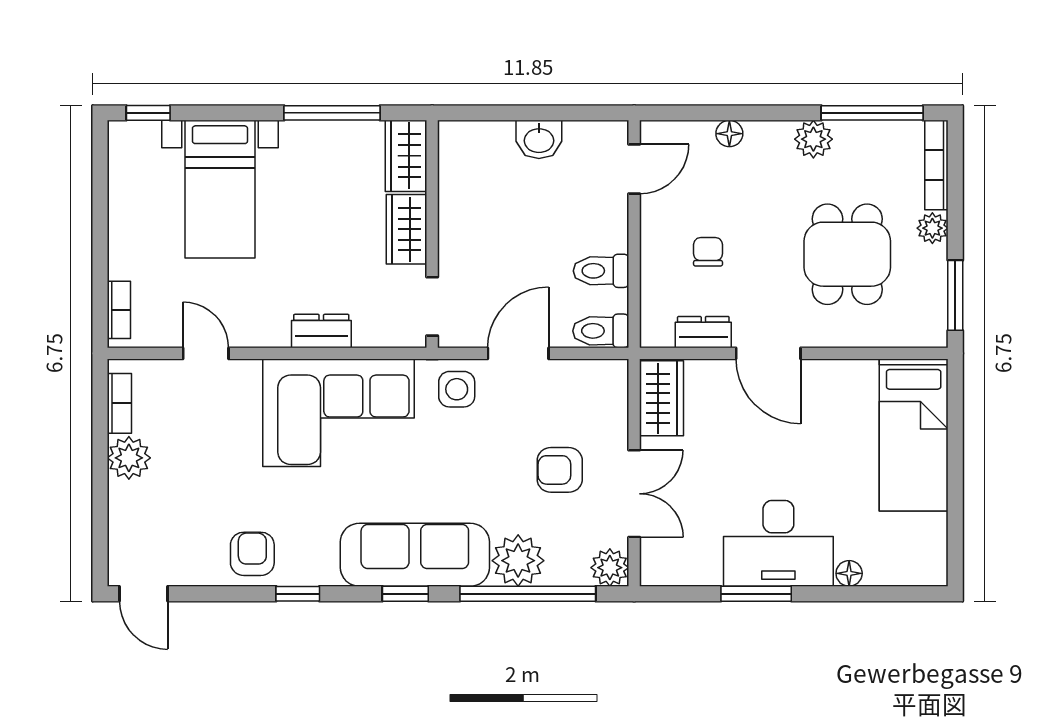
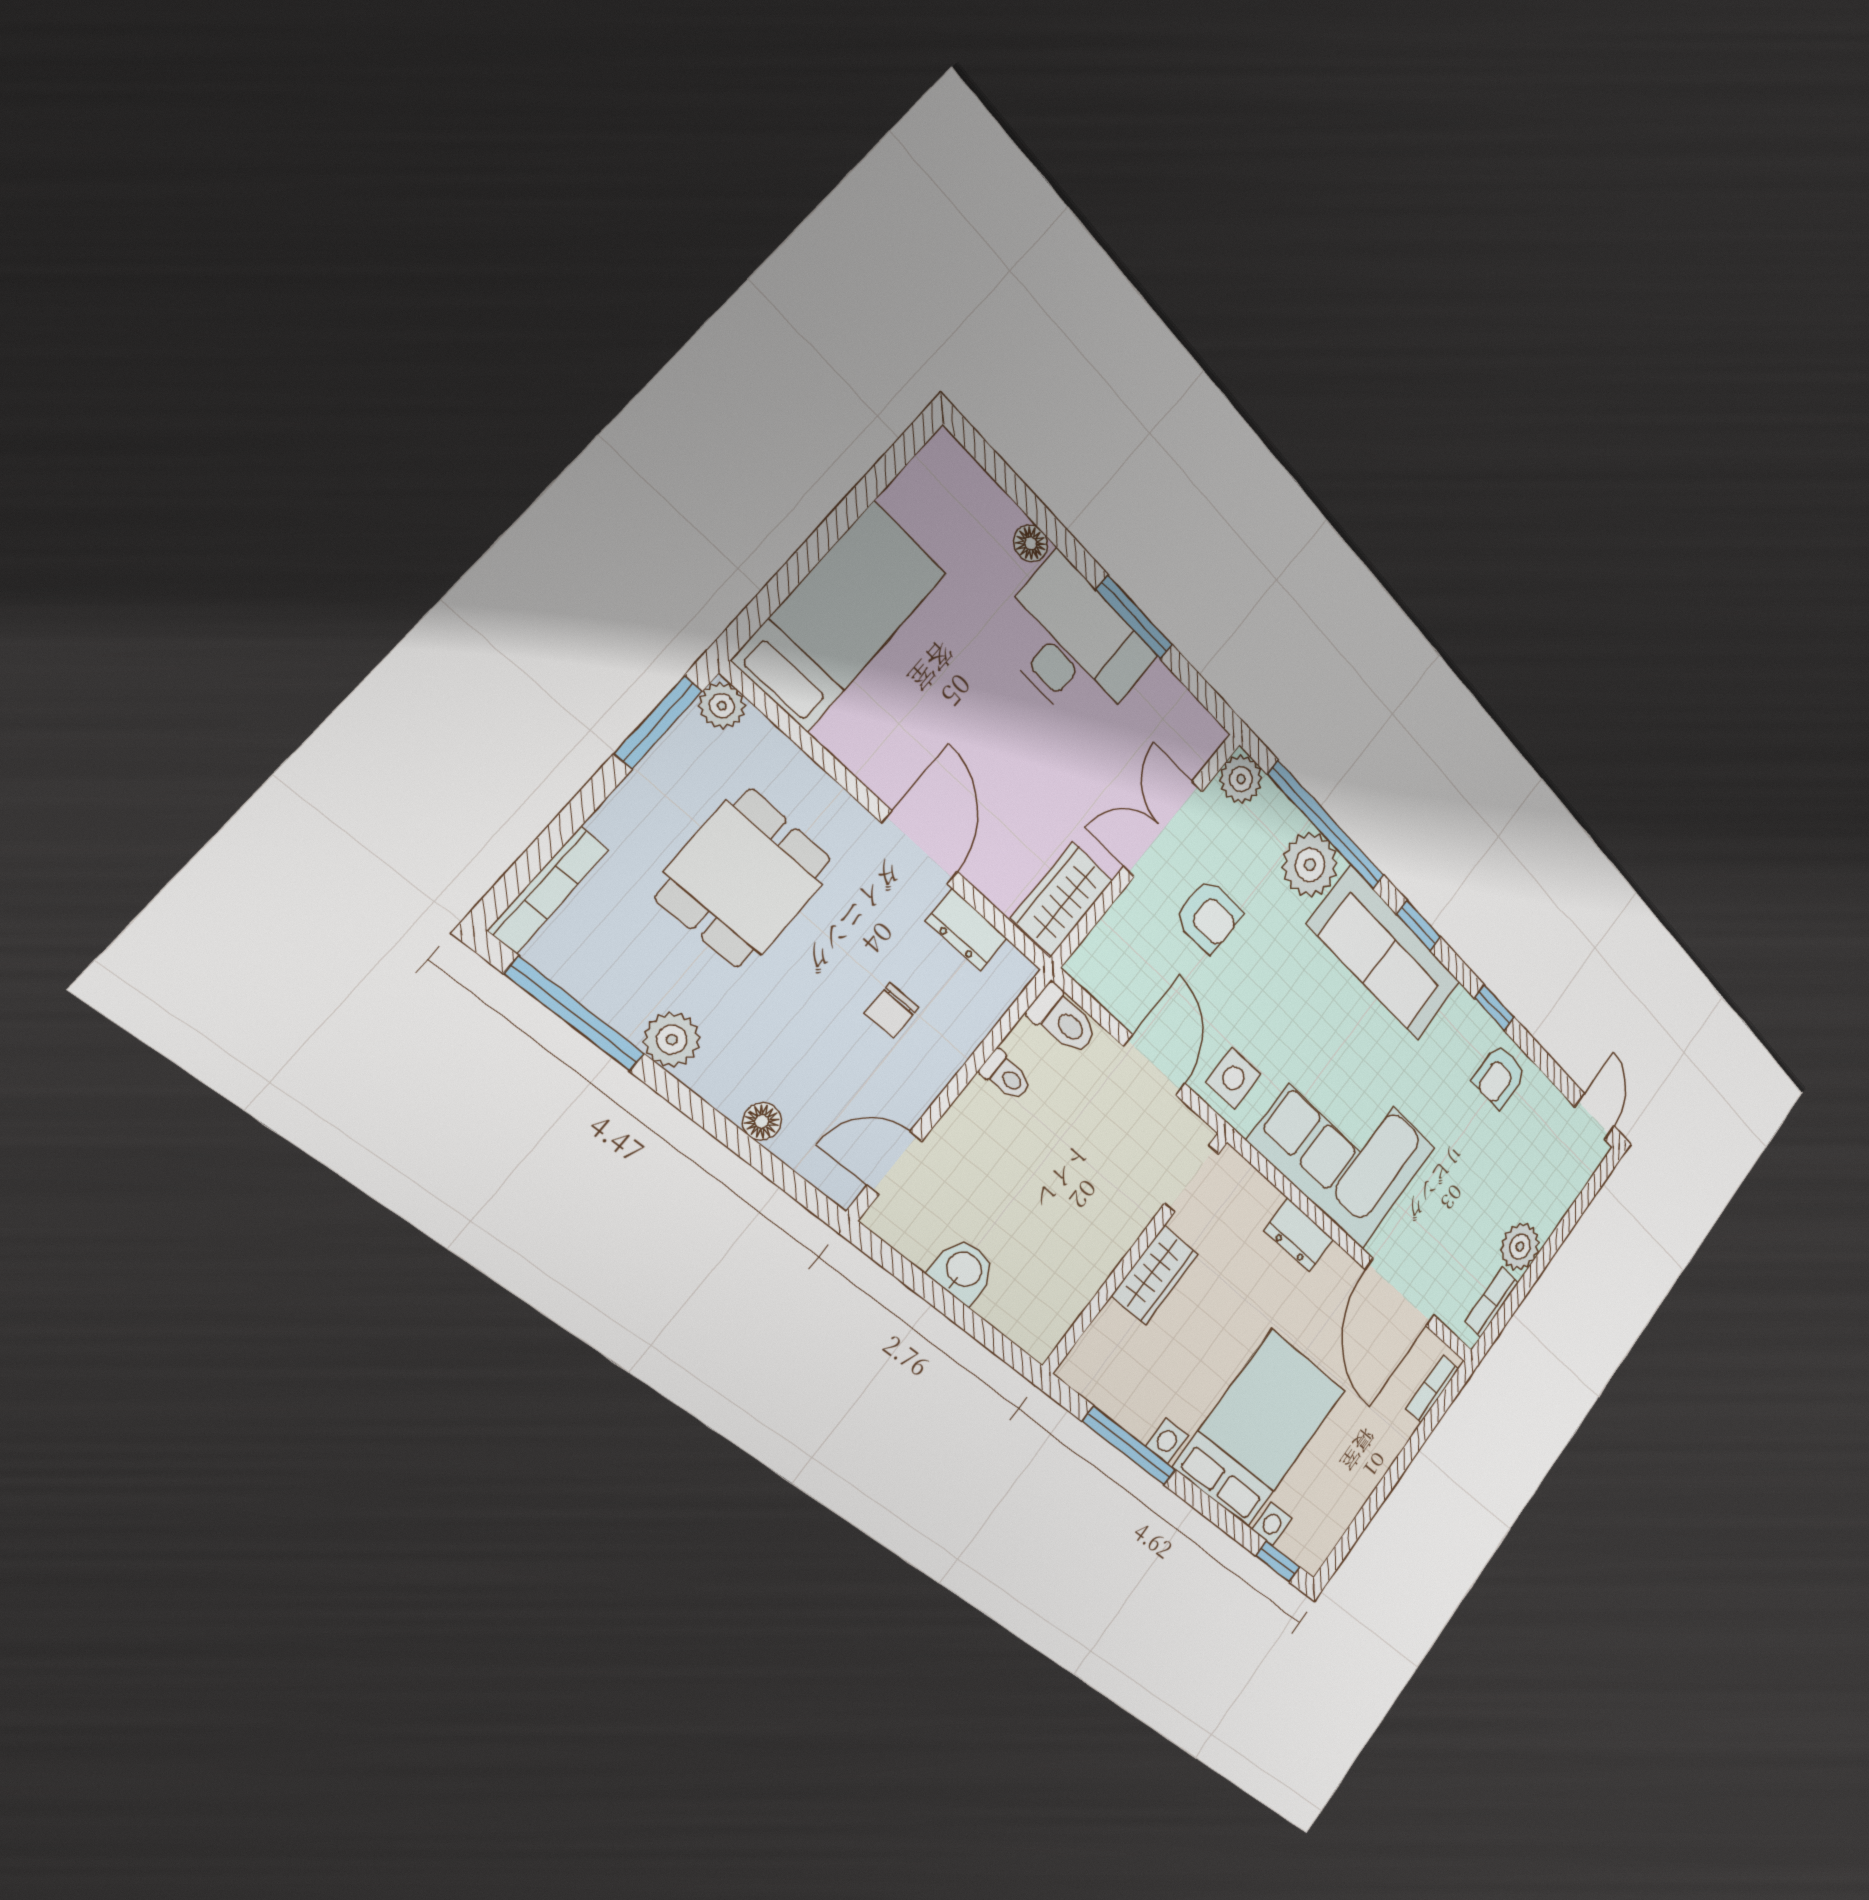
wardrobe: (406, 156) -> (1099, 1351), removed
bed with nightstands: (220, 189) -> (1260, 1428), width x1.36
plant: (932, 228) -> (722, 706), moved
toilet: (601, 271) -> (1006, 1076), width x0.73, depth x0.72
door: (206, 353) -> (1400, 1292), width x1.88
door: (518, 353) -> (1154, 1065), swing flipped

